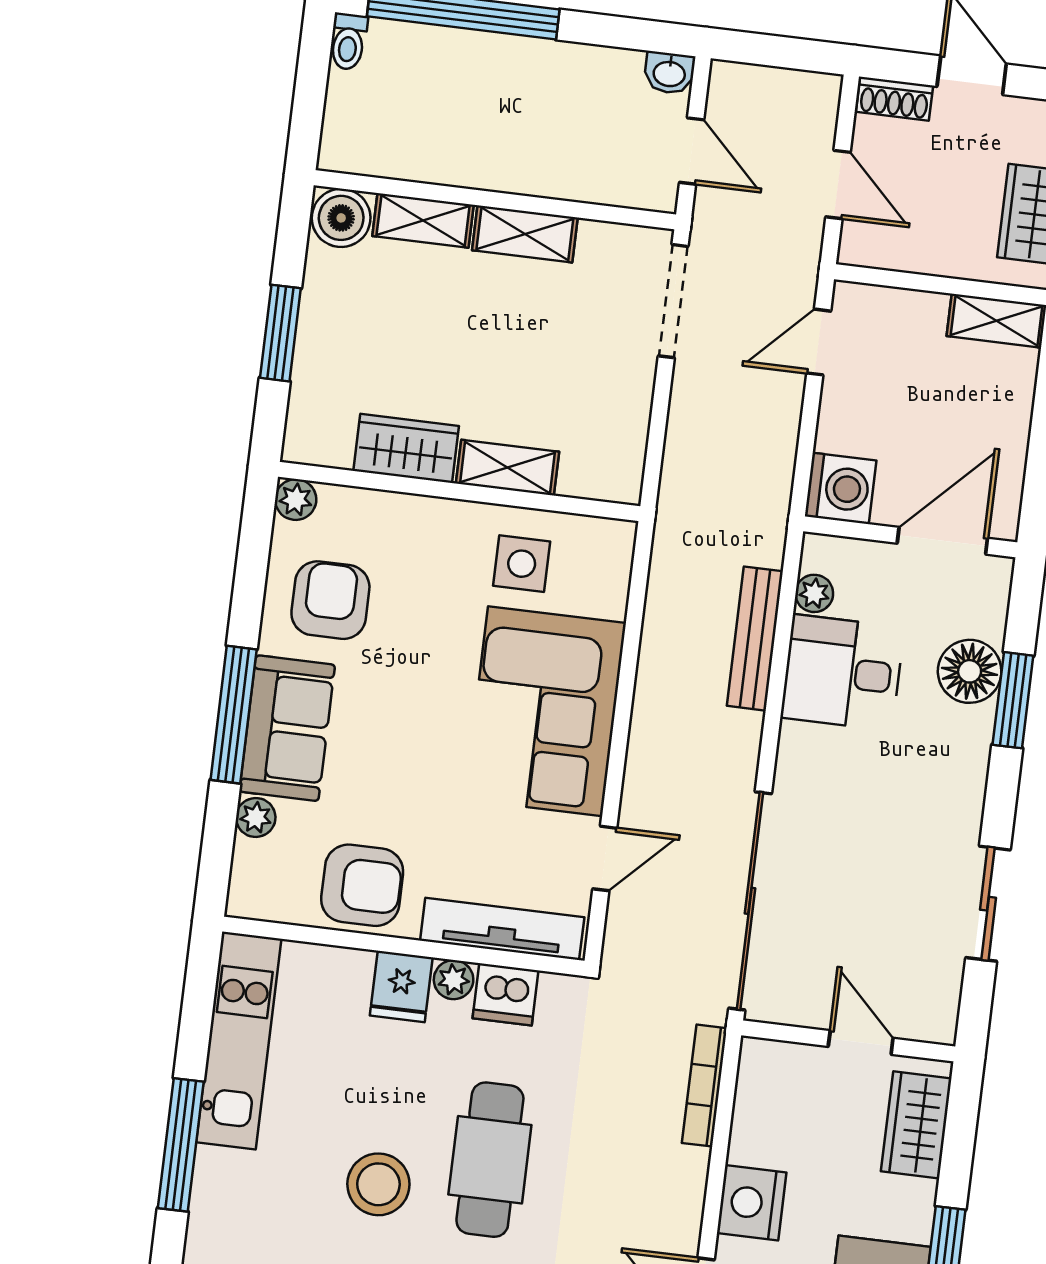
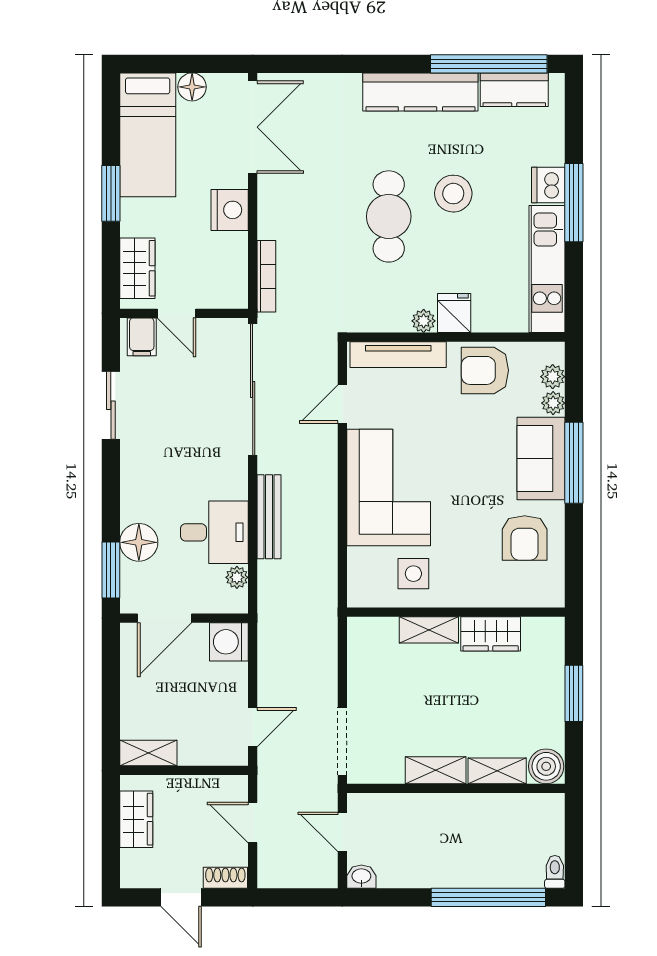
plant: (296, 500) -> (553, 377), moved
bench: (755, 639) -> (269, 517), moved
window: (1013, 700) -> (111, 570), moved
dishwasher: (506, 994) -> (548, 185), moved, turned -90
filing cabinet: (923, 1011) -> (142, 337), added

